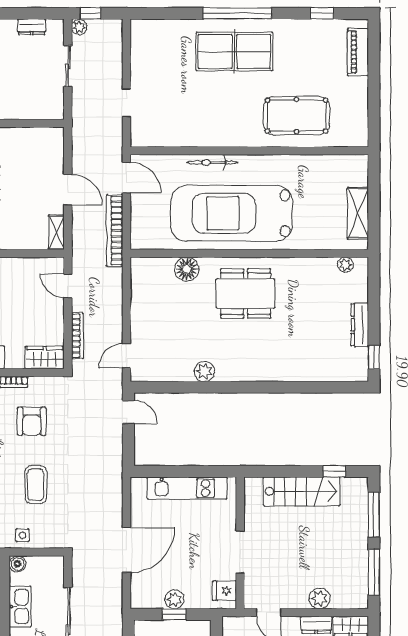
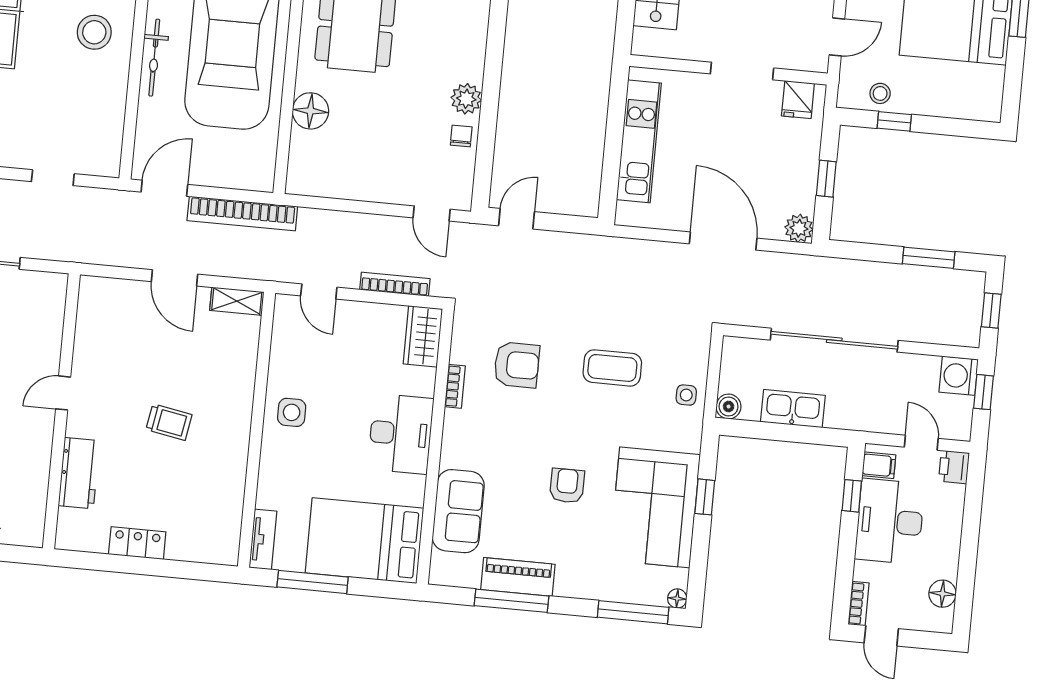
stool: (225, 121) -> (94, 32), added
door: (68, 190) -> (175, 278), swing flipped
door: (68, 286) -> (319, 292), hinge flipped
chair: (180, 370) -> (461, 136), added
plant: (174, 599) -> (799, 228), moved

